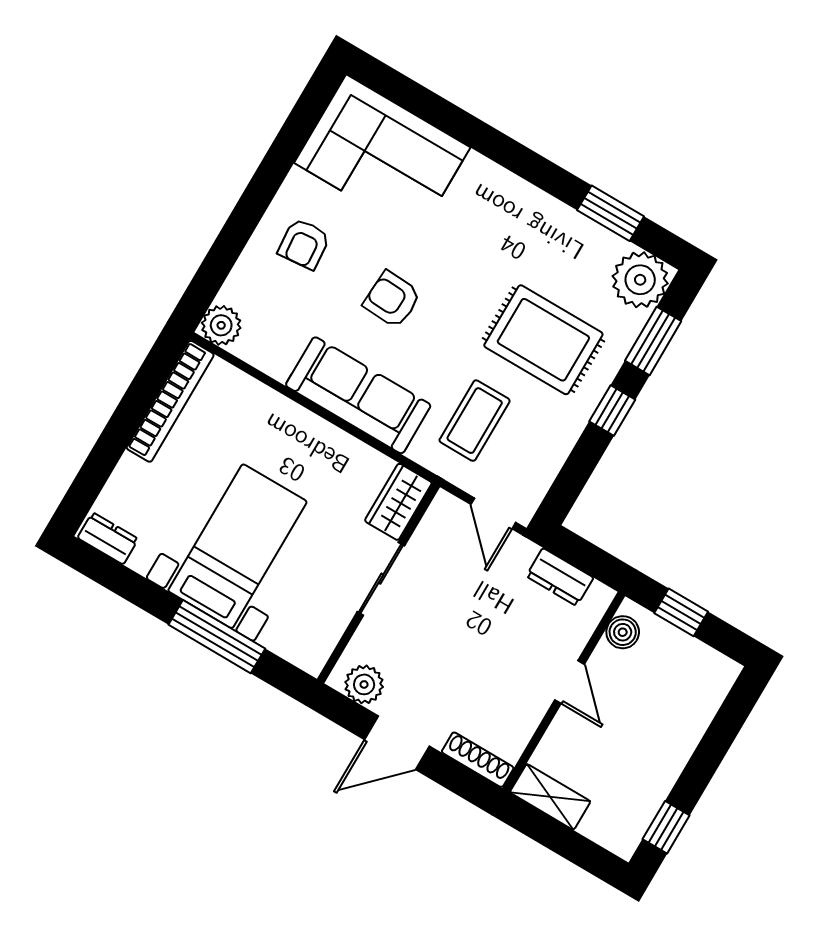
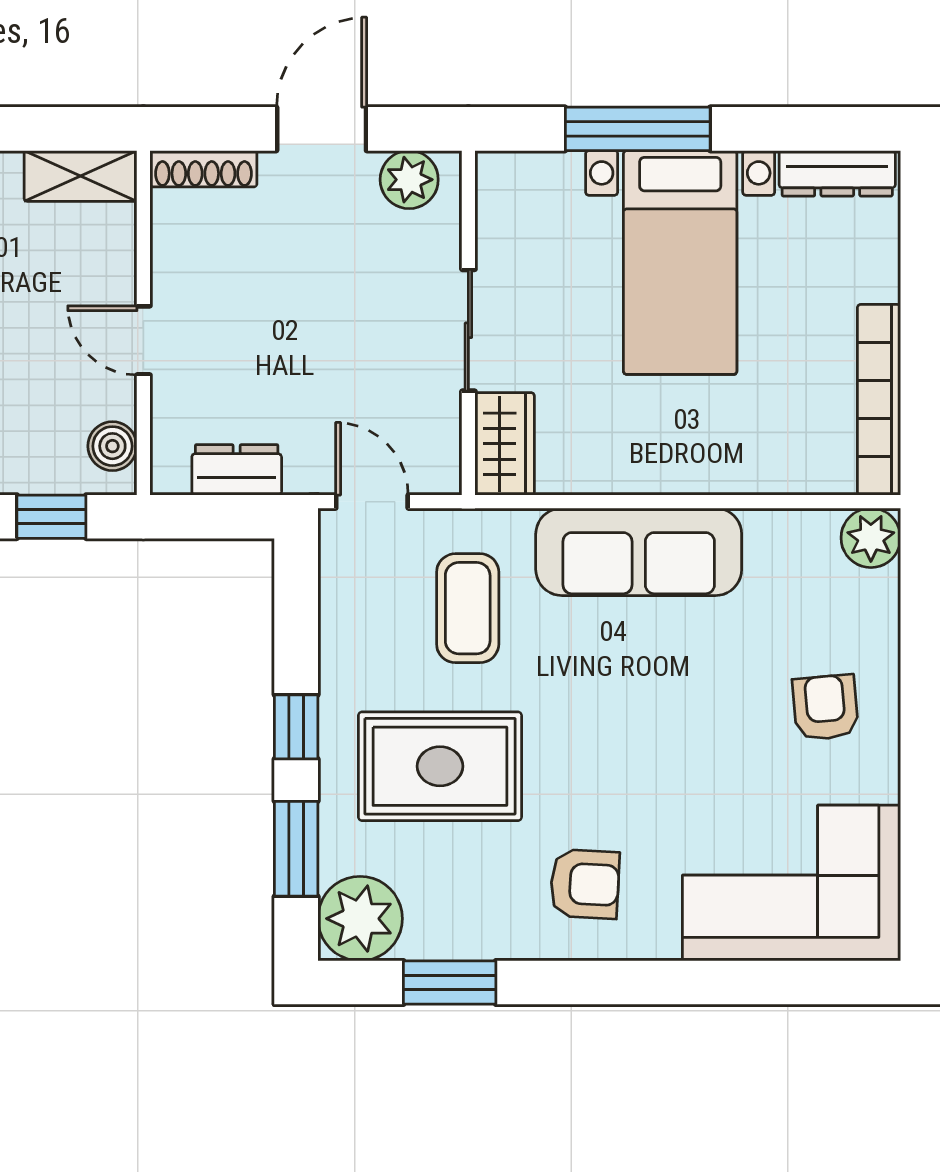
armchair: (392, 300) -> (585, 884), moved
dresser: (108, 538) -> (837, 173), width x1.44

